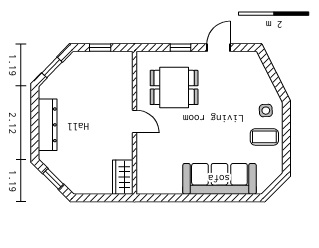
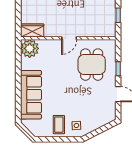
plant: (150, 181) -> (30, 48), added

